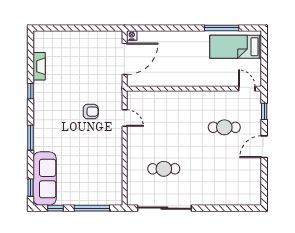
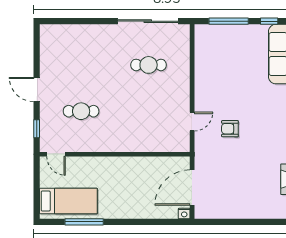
door: (125, 118) -> (192, 121), swing flipped
door: (264, 147) -> (37, 89), swing flipped

